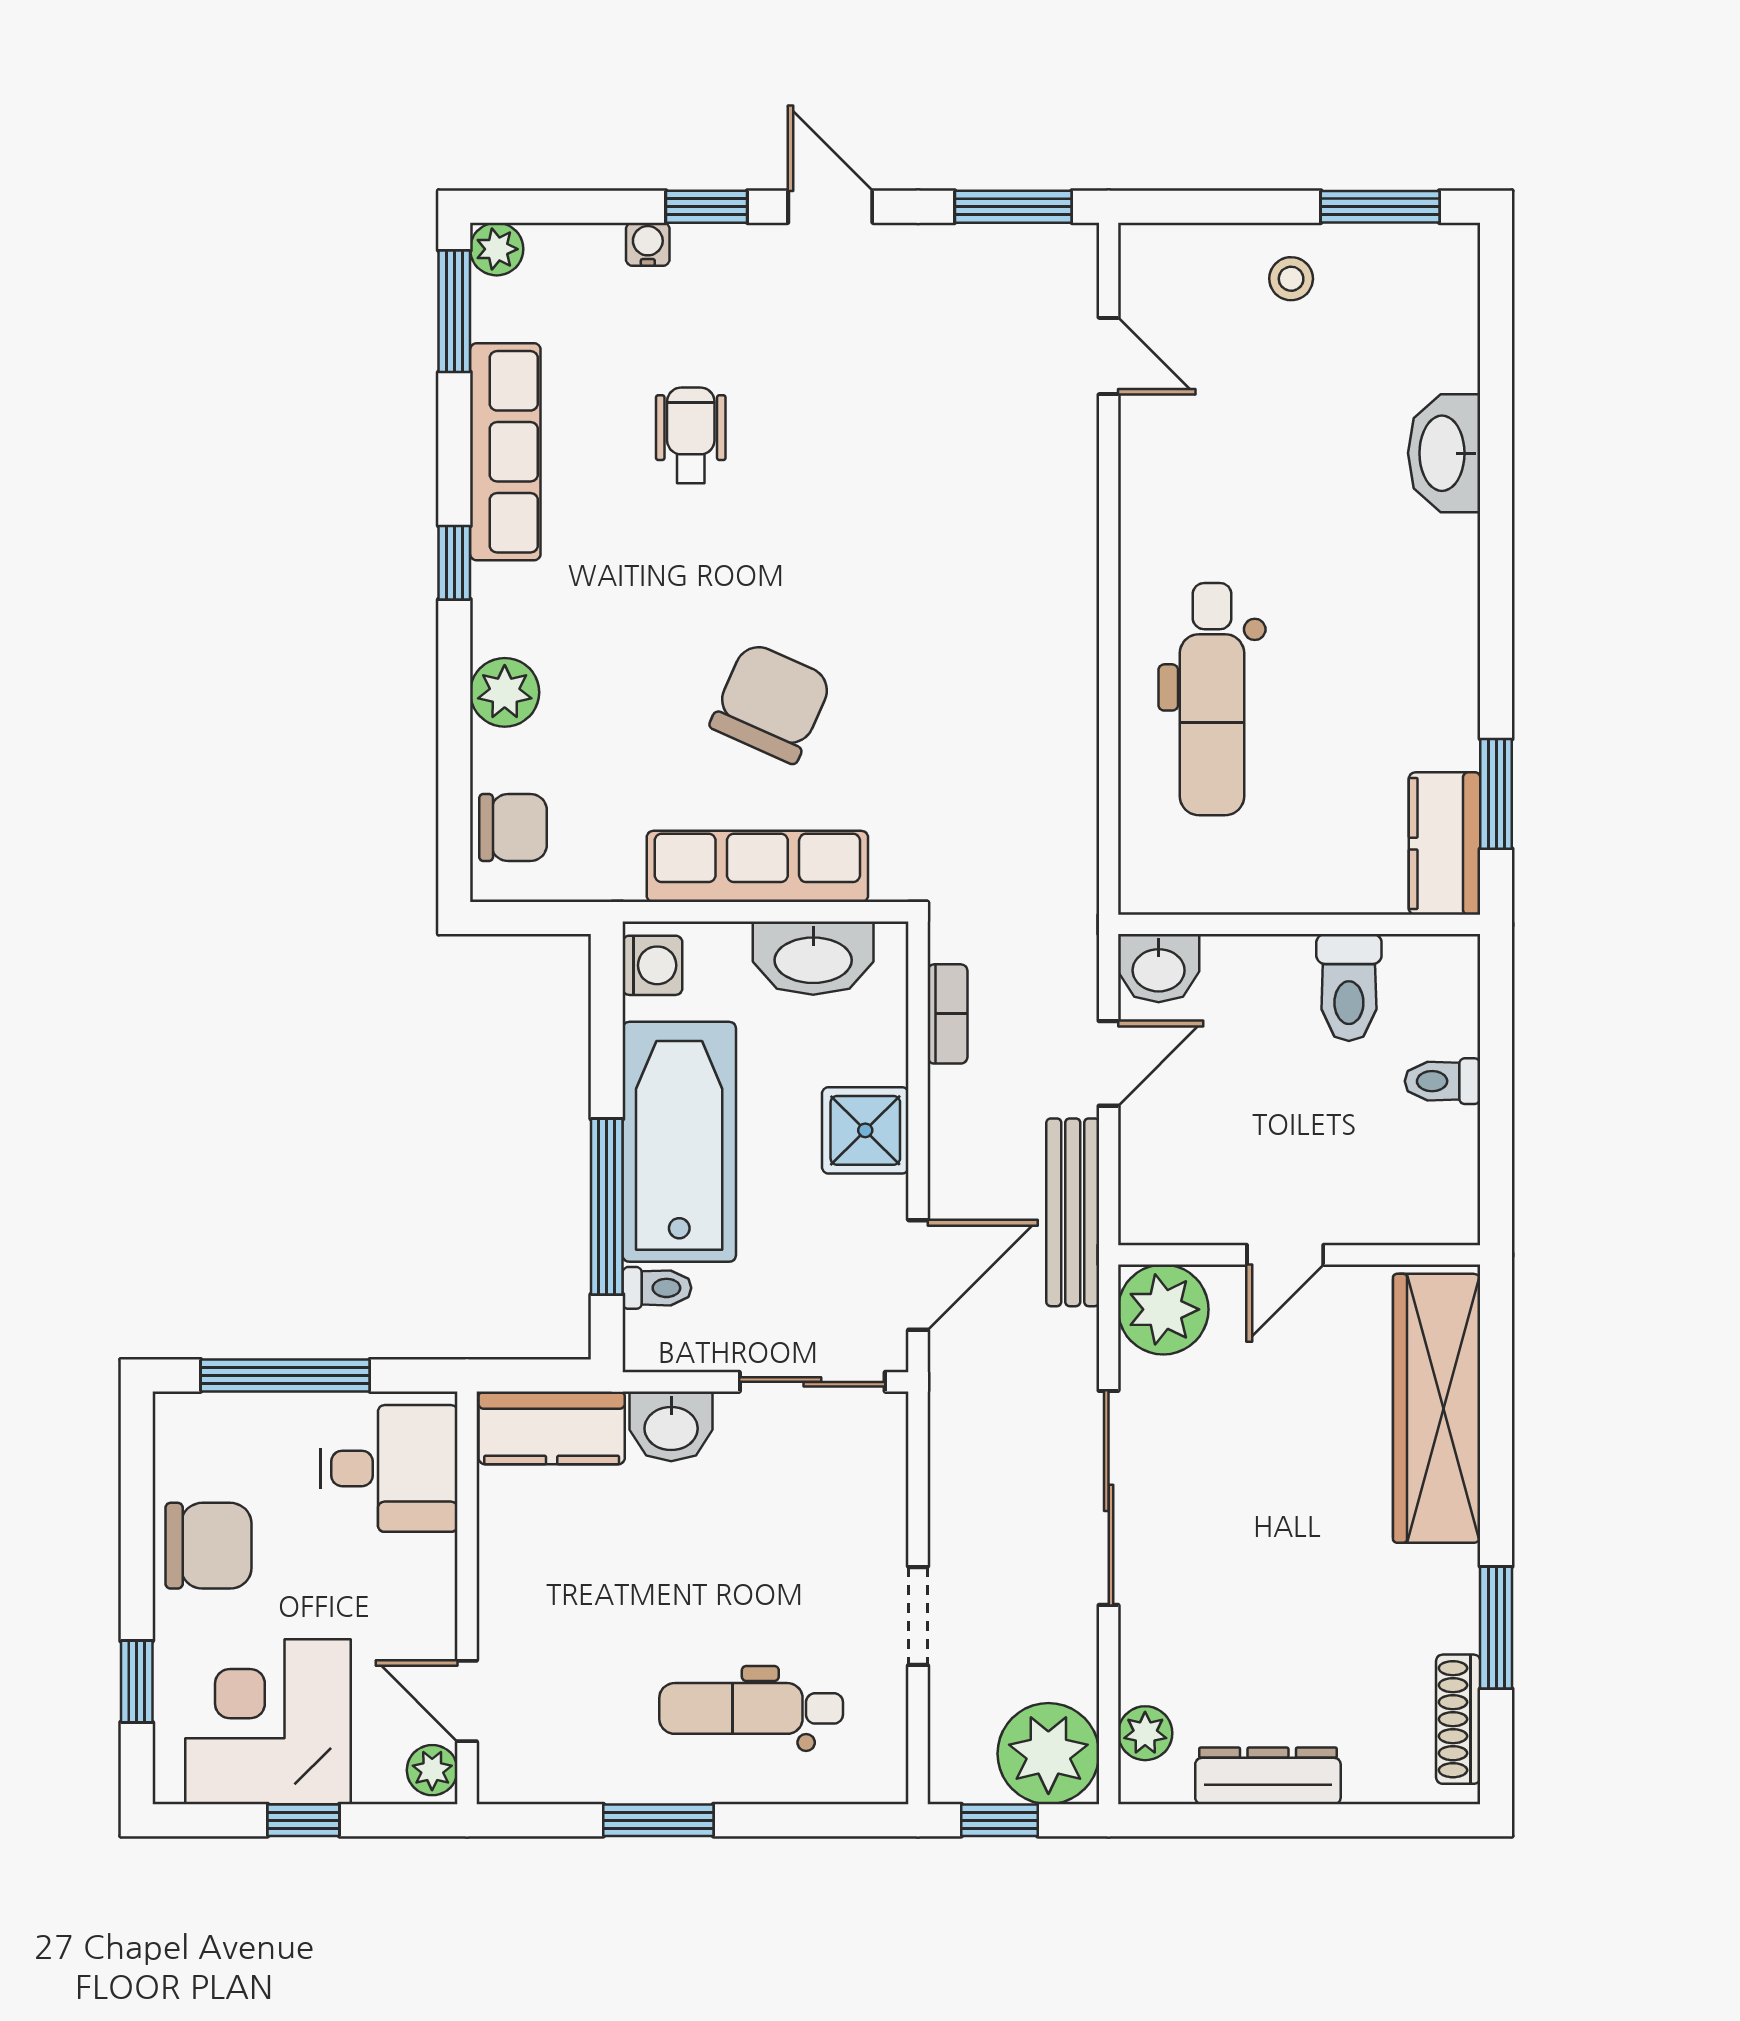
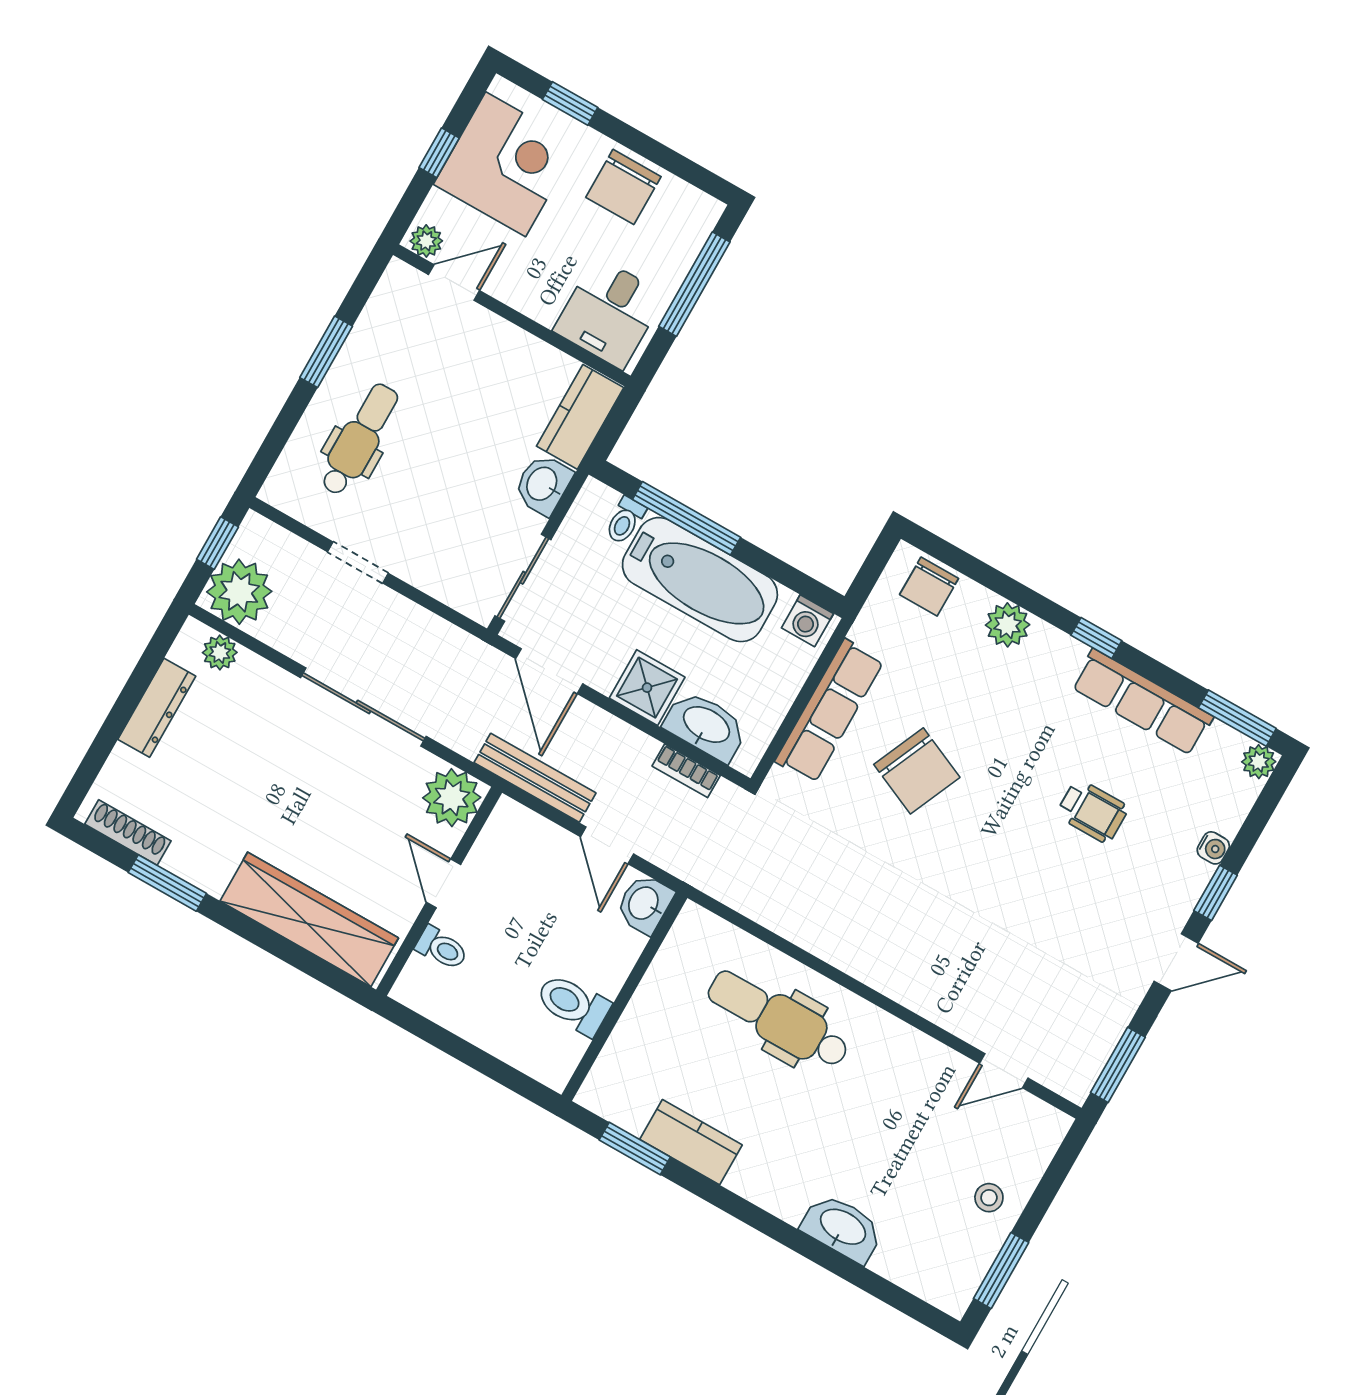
kitchen counter: (1445, 844) -> (691, 1142), moved
washbasin: (813, 958) -> (706, 726), moved, turned 90
toilet: (1443, 1081) -> (442, 948), moved, turned 90

